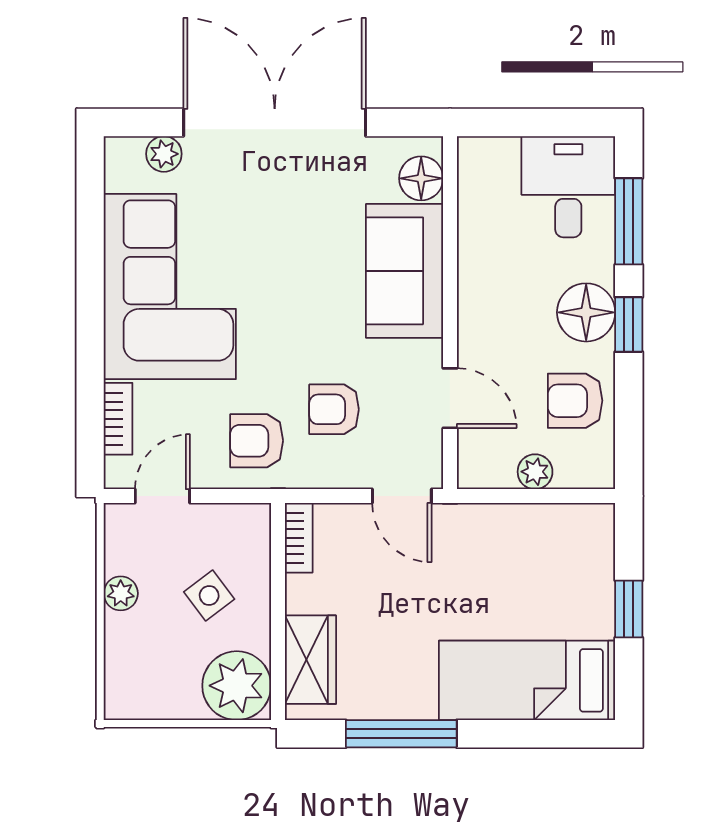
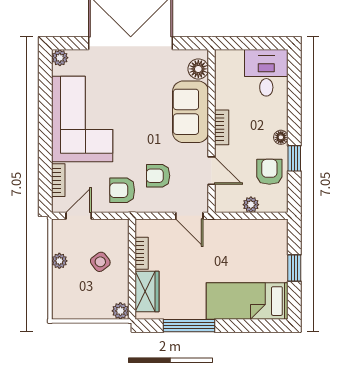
plant: (164, 154) -> (60, 58), moved
window: (629, 221) -> (294, 89), removed
bookcase: (472, 304) -> (222, 127), added
floor lamp: (586, 312) -> (281, 137), width x0.53, depth x0.53
window: (629, 324) -> (294, 158), moved
armchair: (575, 401) -> (269, 172), turned 90
bookcase: (299, 538) -> (142, 253), moved
plant: (237, 686) -> (120, 311), width x0.53, depth x0.53

